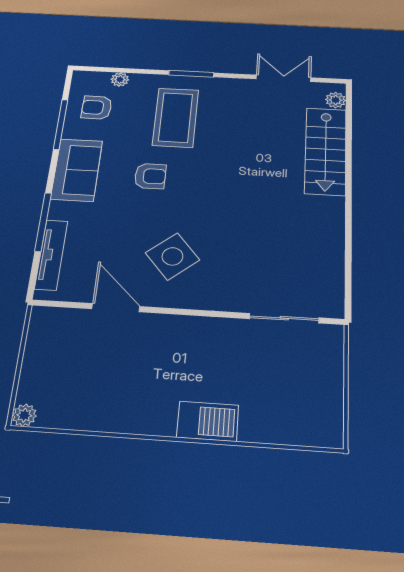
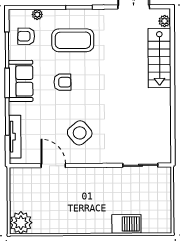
coffee table: (176, 118) -> (73, 40), turned 90
plant: (24, 415) -> (21, 223), width x1.88, depth x1.88
barbecue: (208, 421) -> (126, 224), moved

